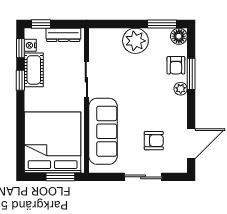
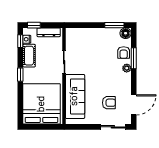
plant: (135, 41) -> (97, 36), removed
window: (20, 80) -> (20, 75), moved
window: (60, 177) -> (47, 127), removed
sliding door: (143, 177) -> (113, 127), moved

